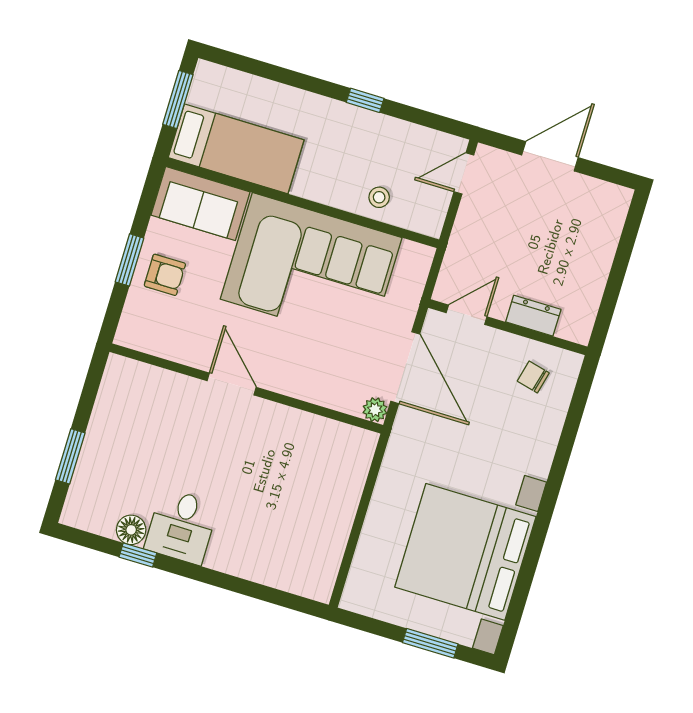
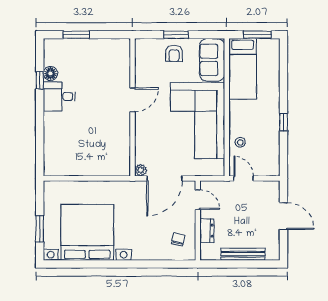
door: (464, 173) -> (244, 178), moved
bench: (601, 259) -> (243, 254), added

